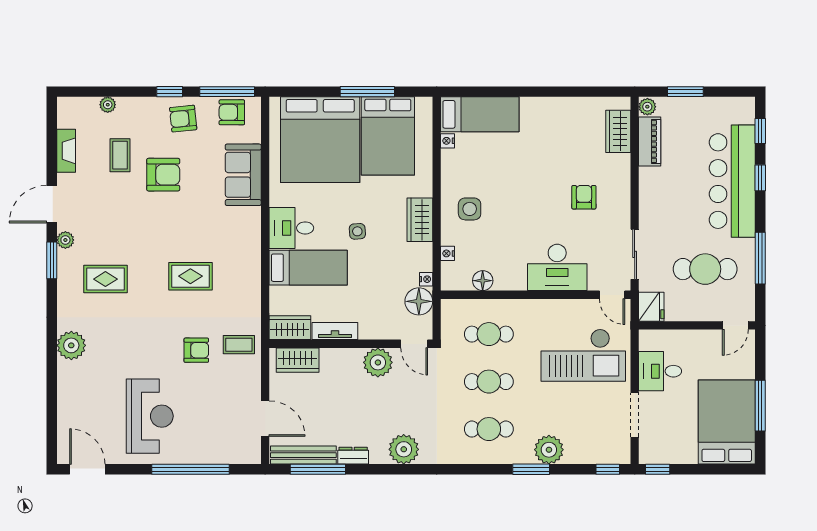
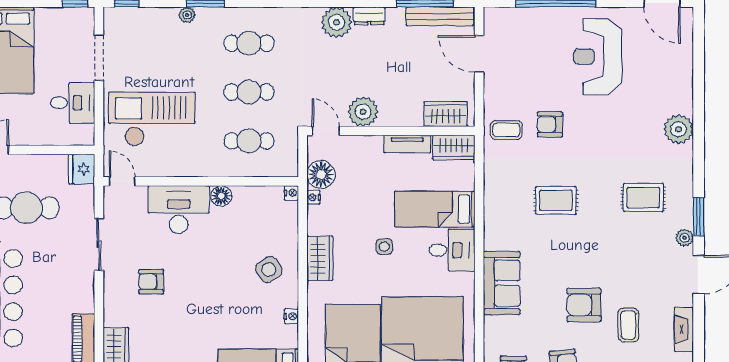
nightstand: (448, 141) -> (291, 316), moved
sofa: (243, 175) -> (502, 283), moved
armchair: (584, 197) -> (151, 282), turned 90
side table: (470, 209) -> (269, 270), turned -34
nightstand: (447, 253) -> (291, 193), moved
sliding door: (635, 254) -> (99, 244), moved
floor lamp: (483, 281) -> (221, 196), moved
plant: (549, 450) -> (187, 15), width x0.53, depth x0.53
dresser: (353, 456) -> (369, 16), moved

